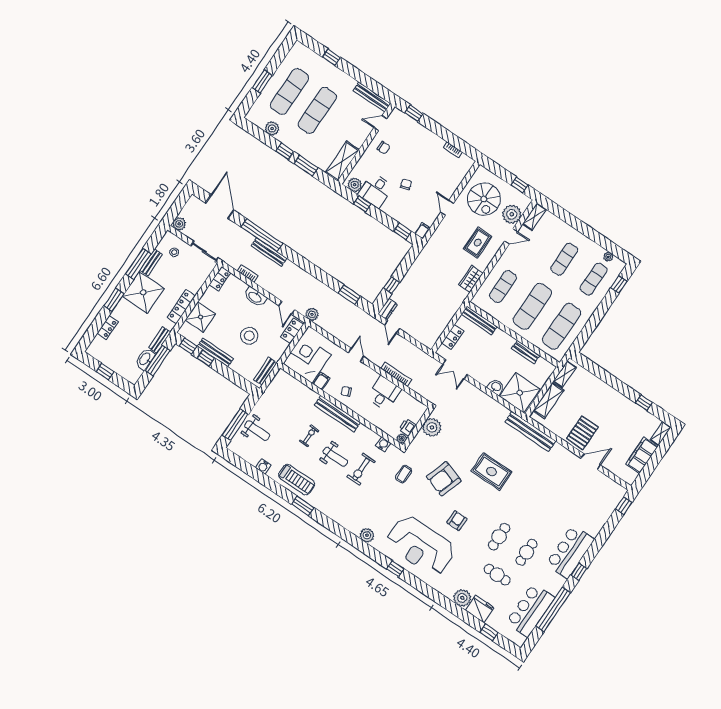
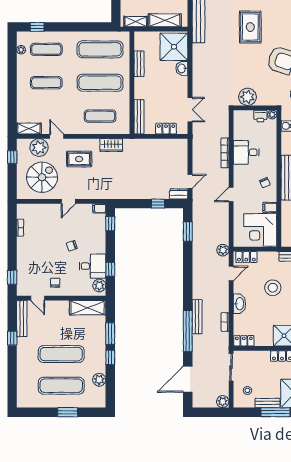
window: (332, 57) -> (12, 338), moved

